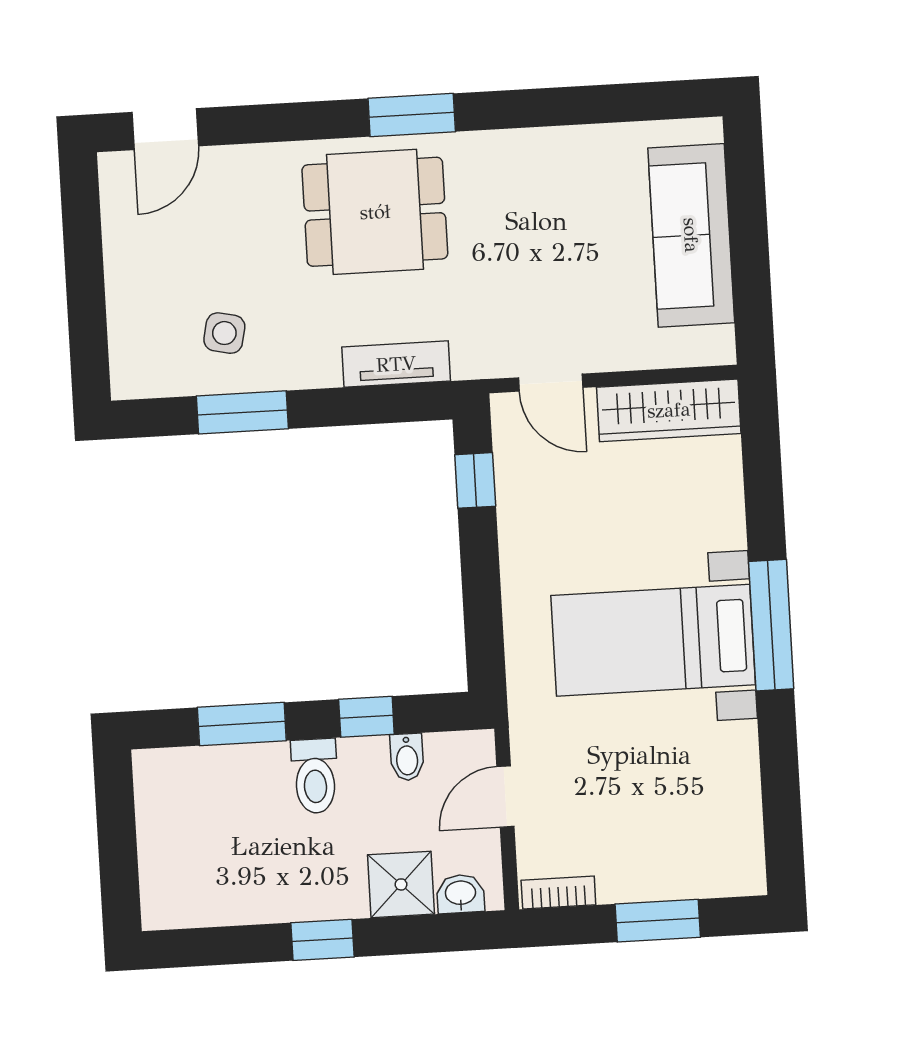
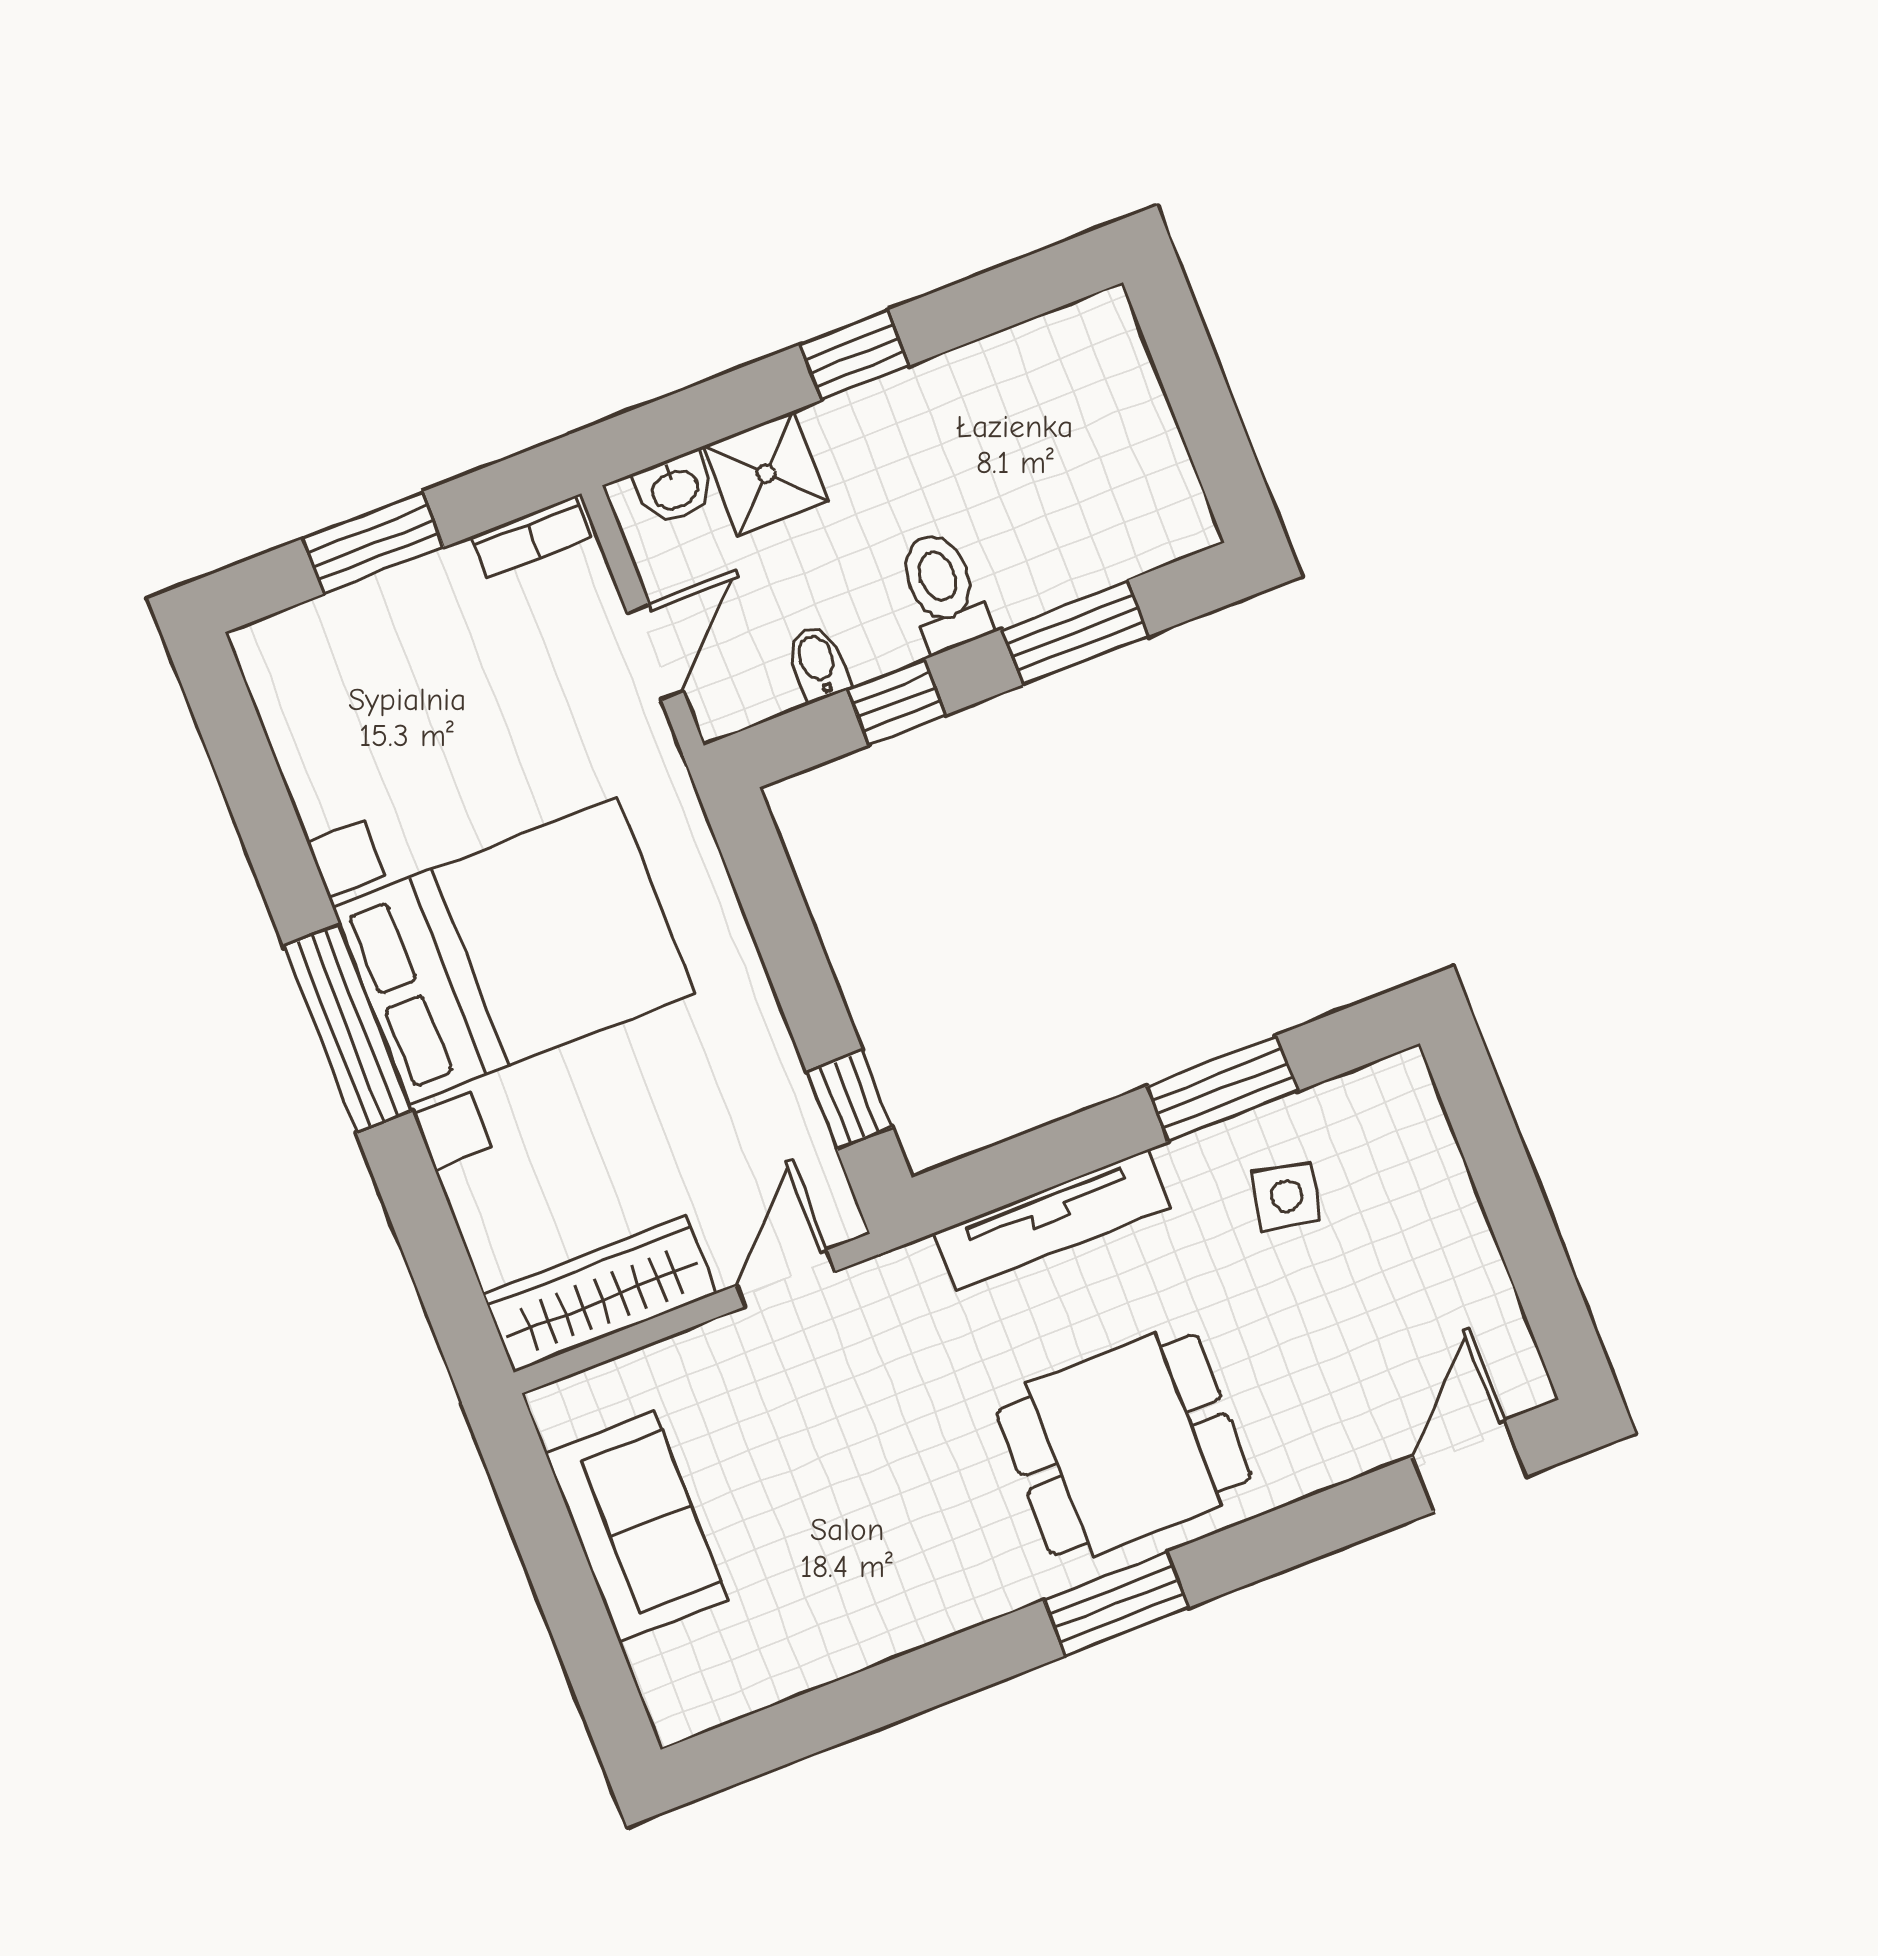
sofa: (691, 235) -> (637, 1527), width x0.73
tv unit: (396, 364) -> (1052, 1220), width x1.41
door: (551, 383) -> (786, 1279), hinge flipped
bed with nightstands: (653, 640) -> (513, 951), width x1.36

